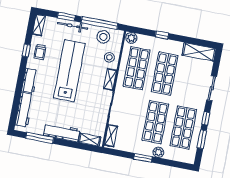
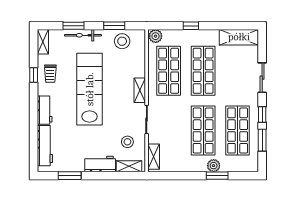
window: (99, 23) -> (114, 26), width x0.47
stool: (109, 57) -> (127, 142), moved
workbench: (62, 132) -> (100, 164), width x0.73
window: (40, 138) -> (70, 176), width x0.69
window: (143, 158) -> (217, 176), moved

